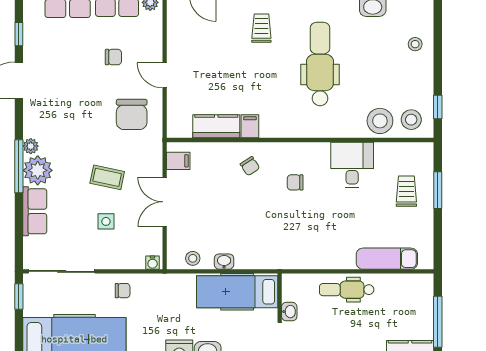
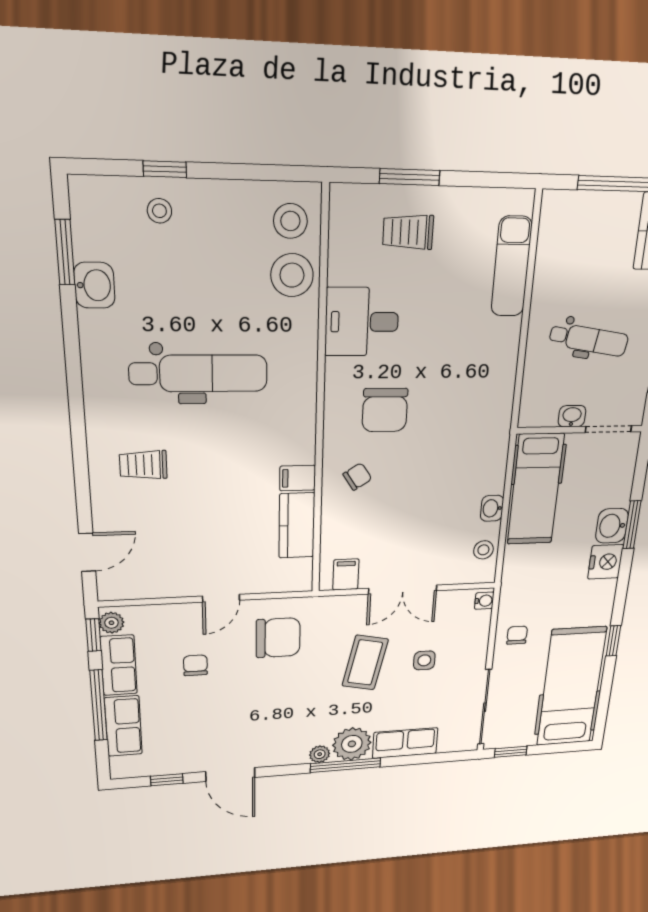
dental chair: (320, 64) -> (199, 373), turned 180
window: (438, 107) -> (165, 169), moved
coffee table: (107, 177) -> (365, 663), width x1.36, depth x1.30
chair: (295, 182) -> (385, 410), width x1.87, depth x1.87
dental chair: (347, 290) -> (589, 340), moved, turned -81

